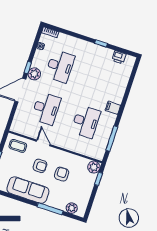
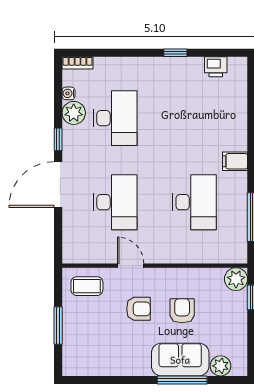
plant: (34, 74) -> (74, 113), moved
sofa: (28, 190) -> (180, 360), moved, width x0.73

